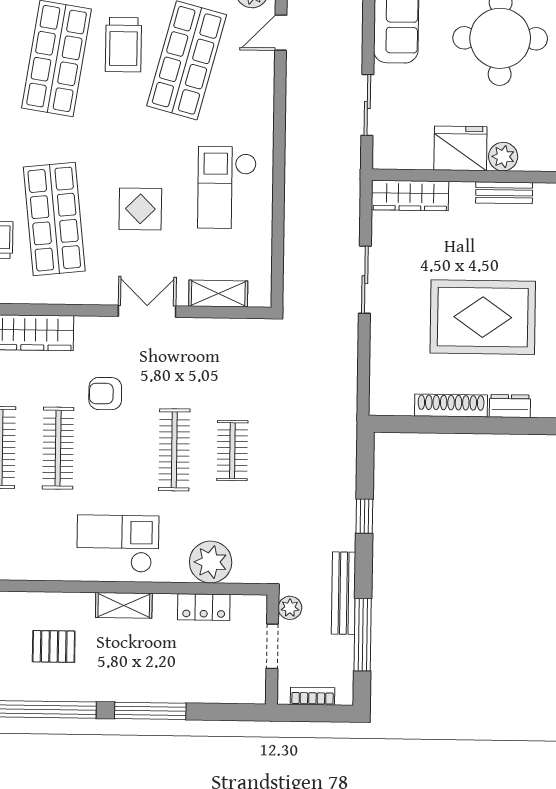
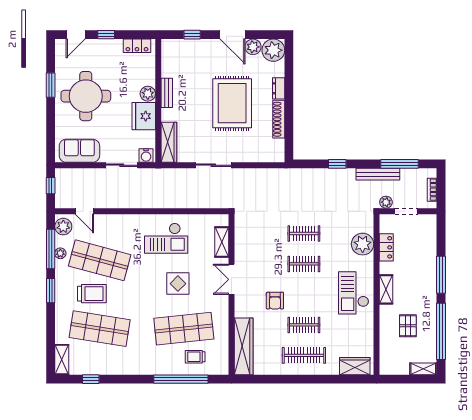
water cooler: (385, 152) -> (146, 156), added
clothes rail: (58, 448) -> (304, 325), width x0.73
clothes rail: (174, 450) -> (304, 264), width x0.73

